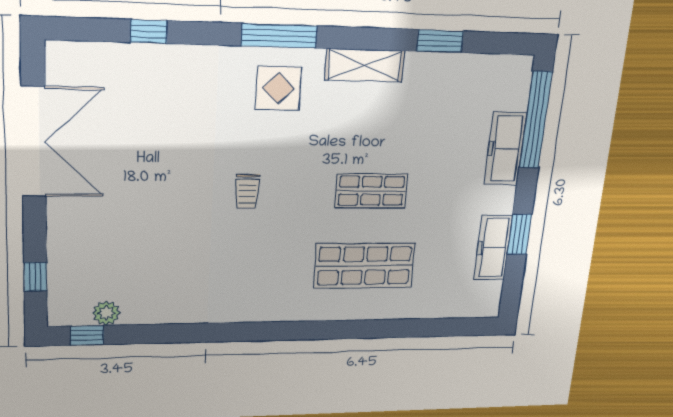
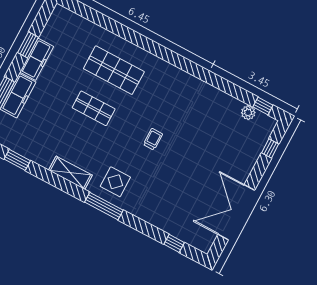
window: (149, 31) -> (174, 243), moved
window: (440, 41) -> (17, 160), moved
freezer: (493, 248) -> (37, 59), moved

